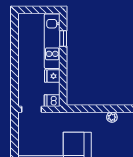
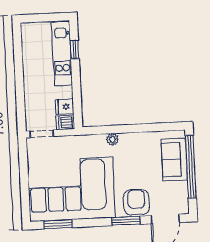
fridge: (52, 76) -> (65, 107), moved
plant: (112, 117) -> (112, 139), moved

